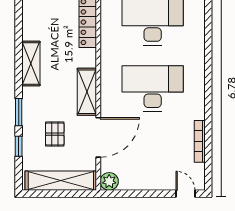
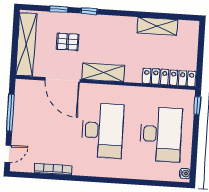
shelving: (31, 63) -> (157, 26), moved
window: (19, 112) -> (89, 11), width x0.67
plant: (109, 181) -> (23, 87), removed
window: (139, 194) -> (10, 113), added

